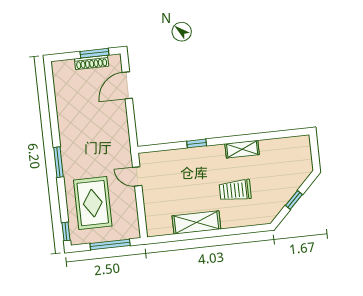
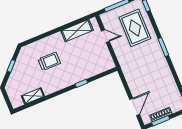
shelving: (242, 149) -> (33, 96), moved
door: (137, 176) -> (105, 36), moved
shelving: (196, 222) -> (77, 31), moved

